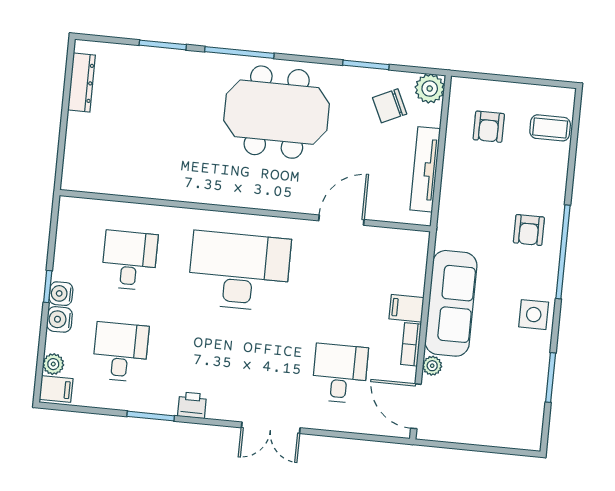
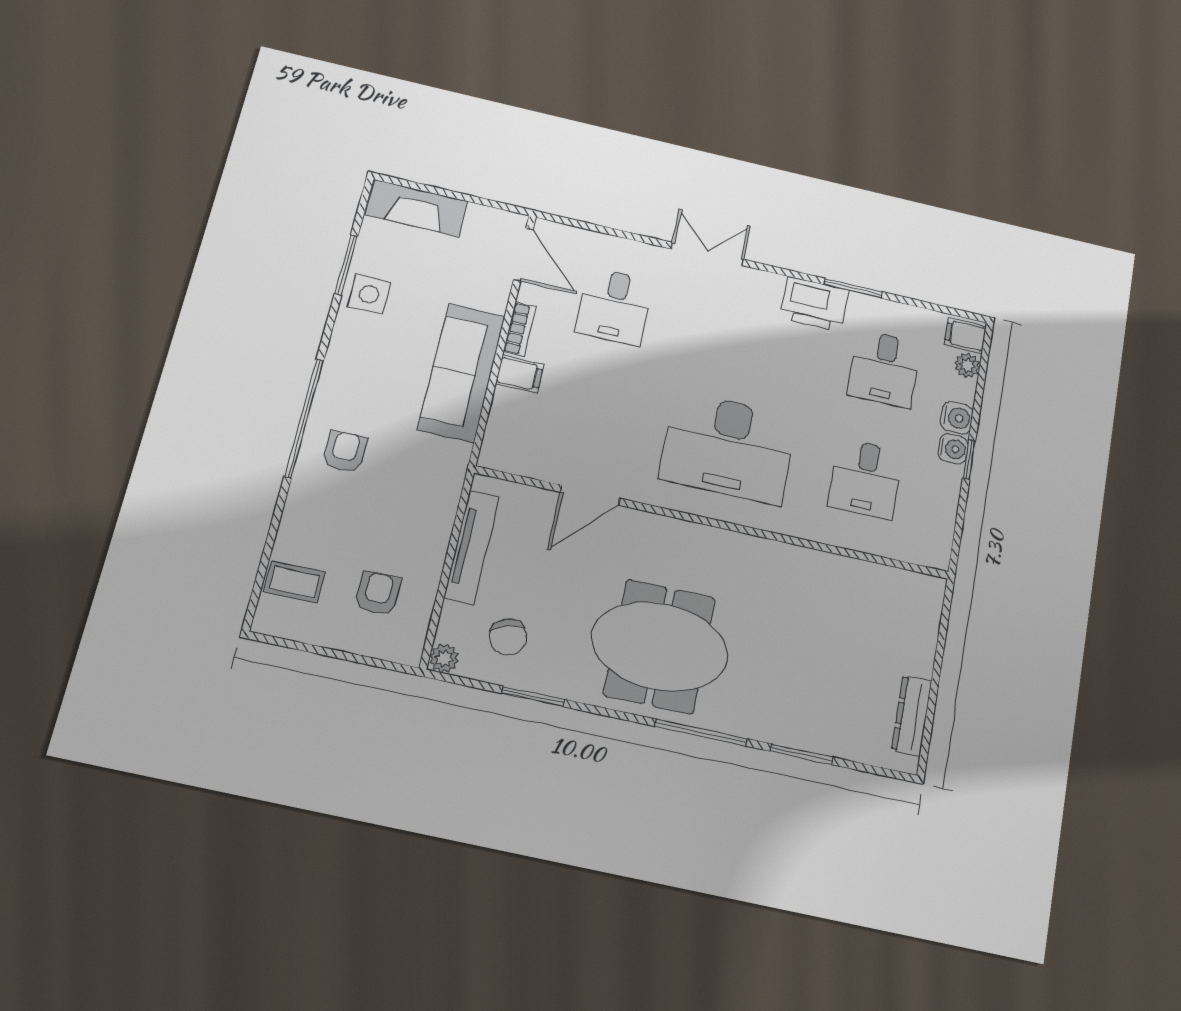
plant: (430, 89) -> (444, 658), width x0.73, depth x0.73
chair: (390, 106) -> (508, 637), turned 98
side table: (534, 315) -> (369, 294), moved
plant: (432, 366) -> (496, 300), removed
printer: (192, 405) -> (814, 304), width x1.87, depth x1.48
fireplace: (504, 433) -> (417, 208), added

